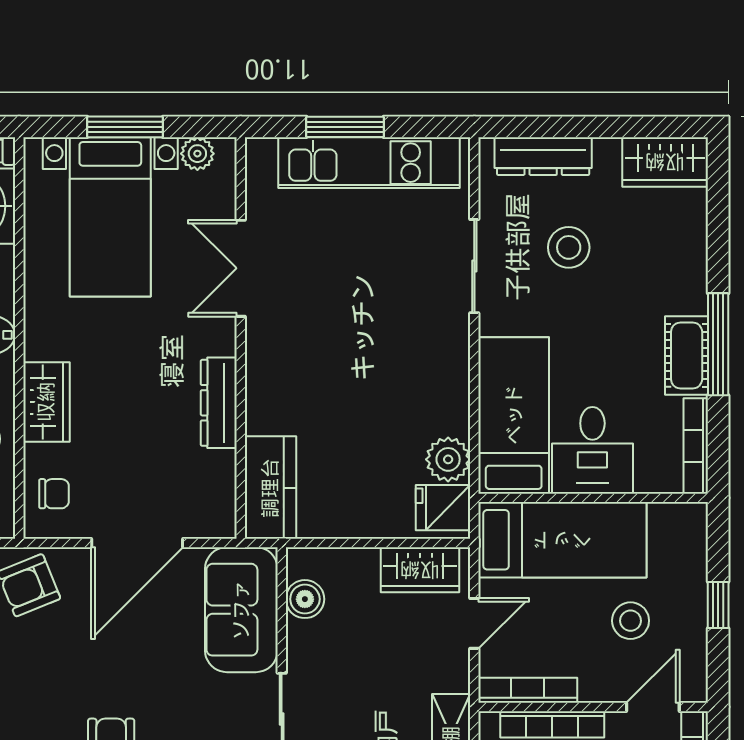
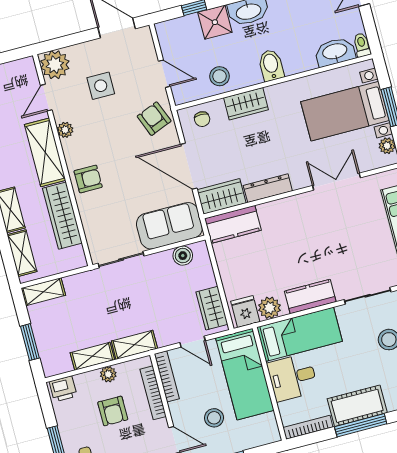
cot: (687, 356) -> (357, 406), width x1.37, depth x1.34
kitchen counter: (447, 376) -> (310, 296), added
wardrobe: (211, 495) -> (222, 196), added

